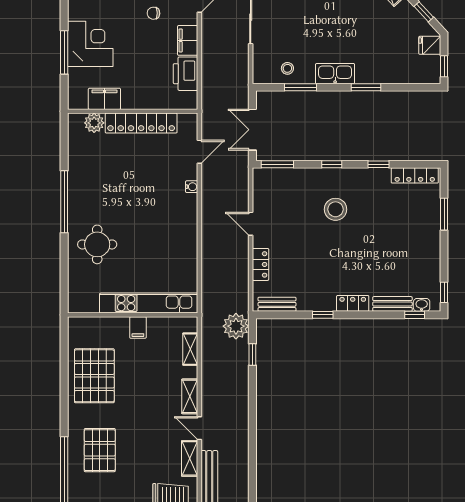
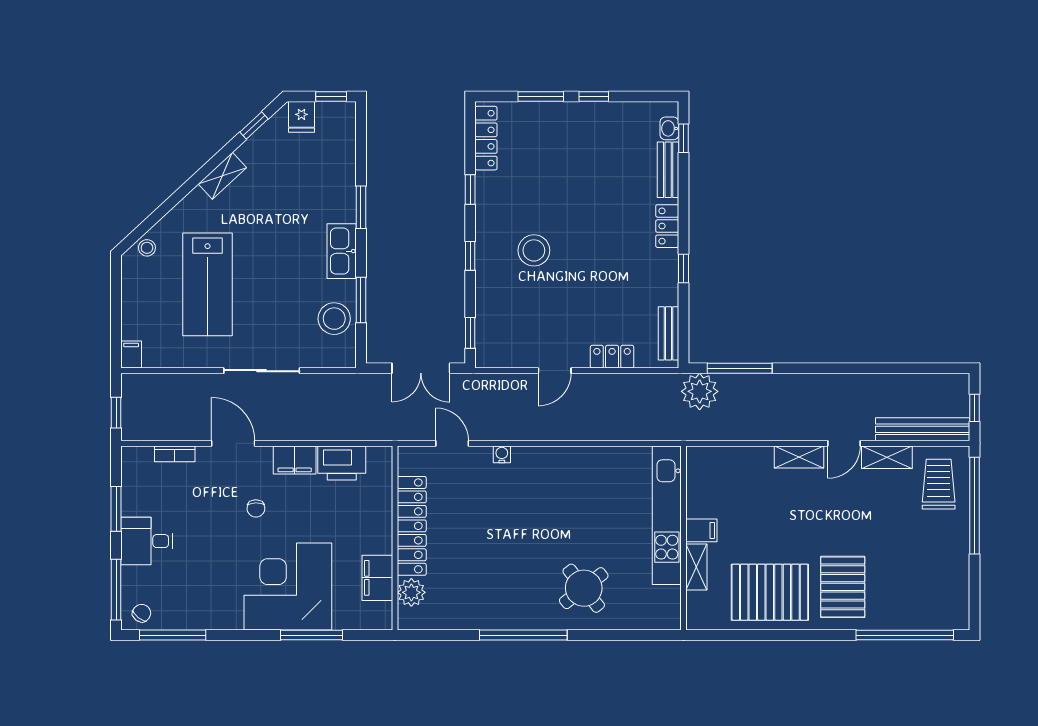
corner desk: (90, 44) -> (288, 586), width x1.36, depth x1.36
stool: (287, 68) -> (334, 319), width x1.89, depth x1.89
window: (277, 164) -> (470, 333), width x0.67
round table: (97, 244) -> (584, 588), turned -38
window: (444, 292) -> (594, 97), moved
shelving: (190, 349) -> (696, 567), moved, turned 90
window: (252, 354) -> (740, 368), width x2.17
pallet: (100, 450) -> (843, 587), moved, turned 90

